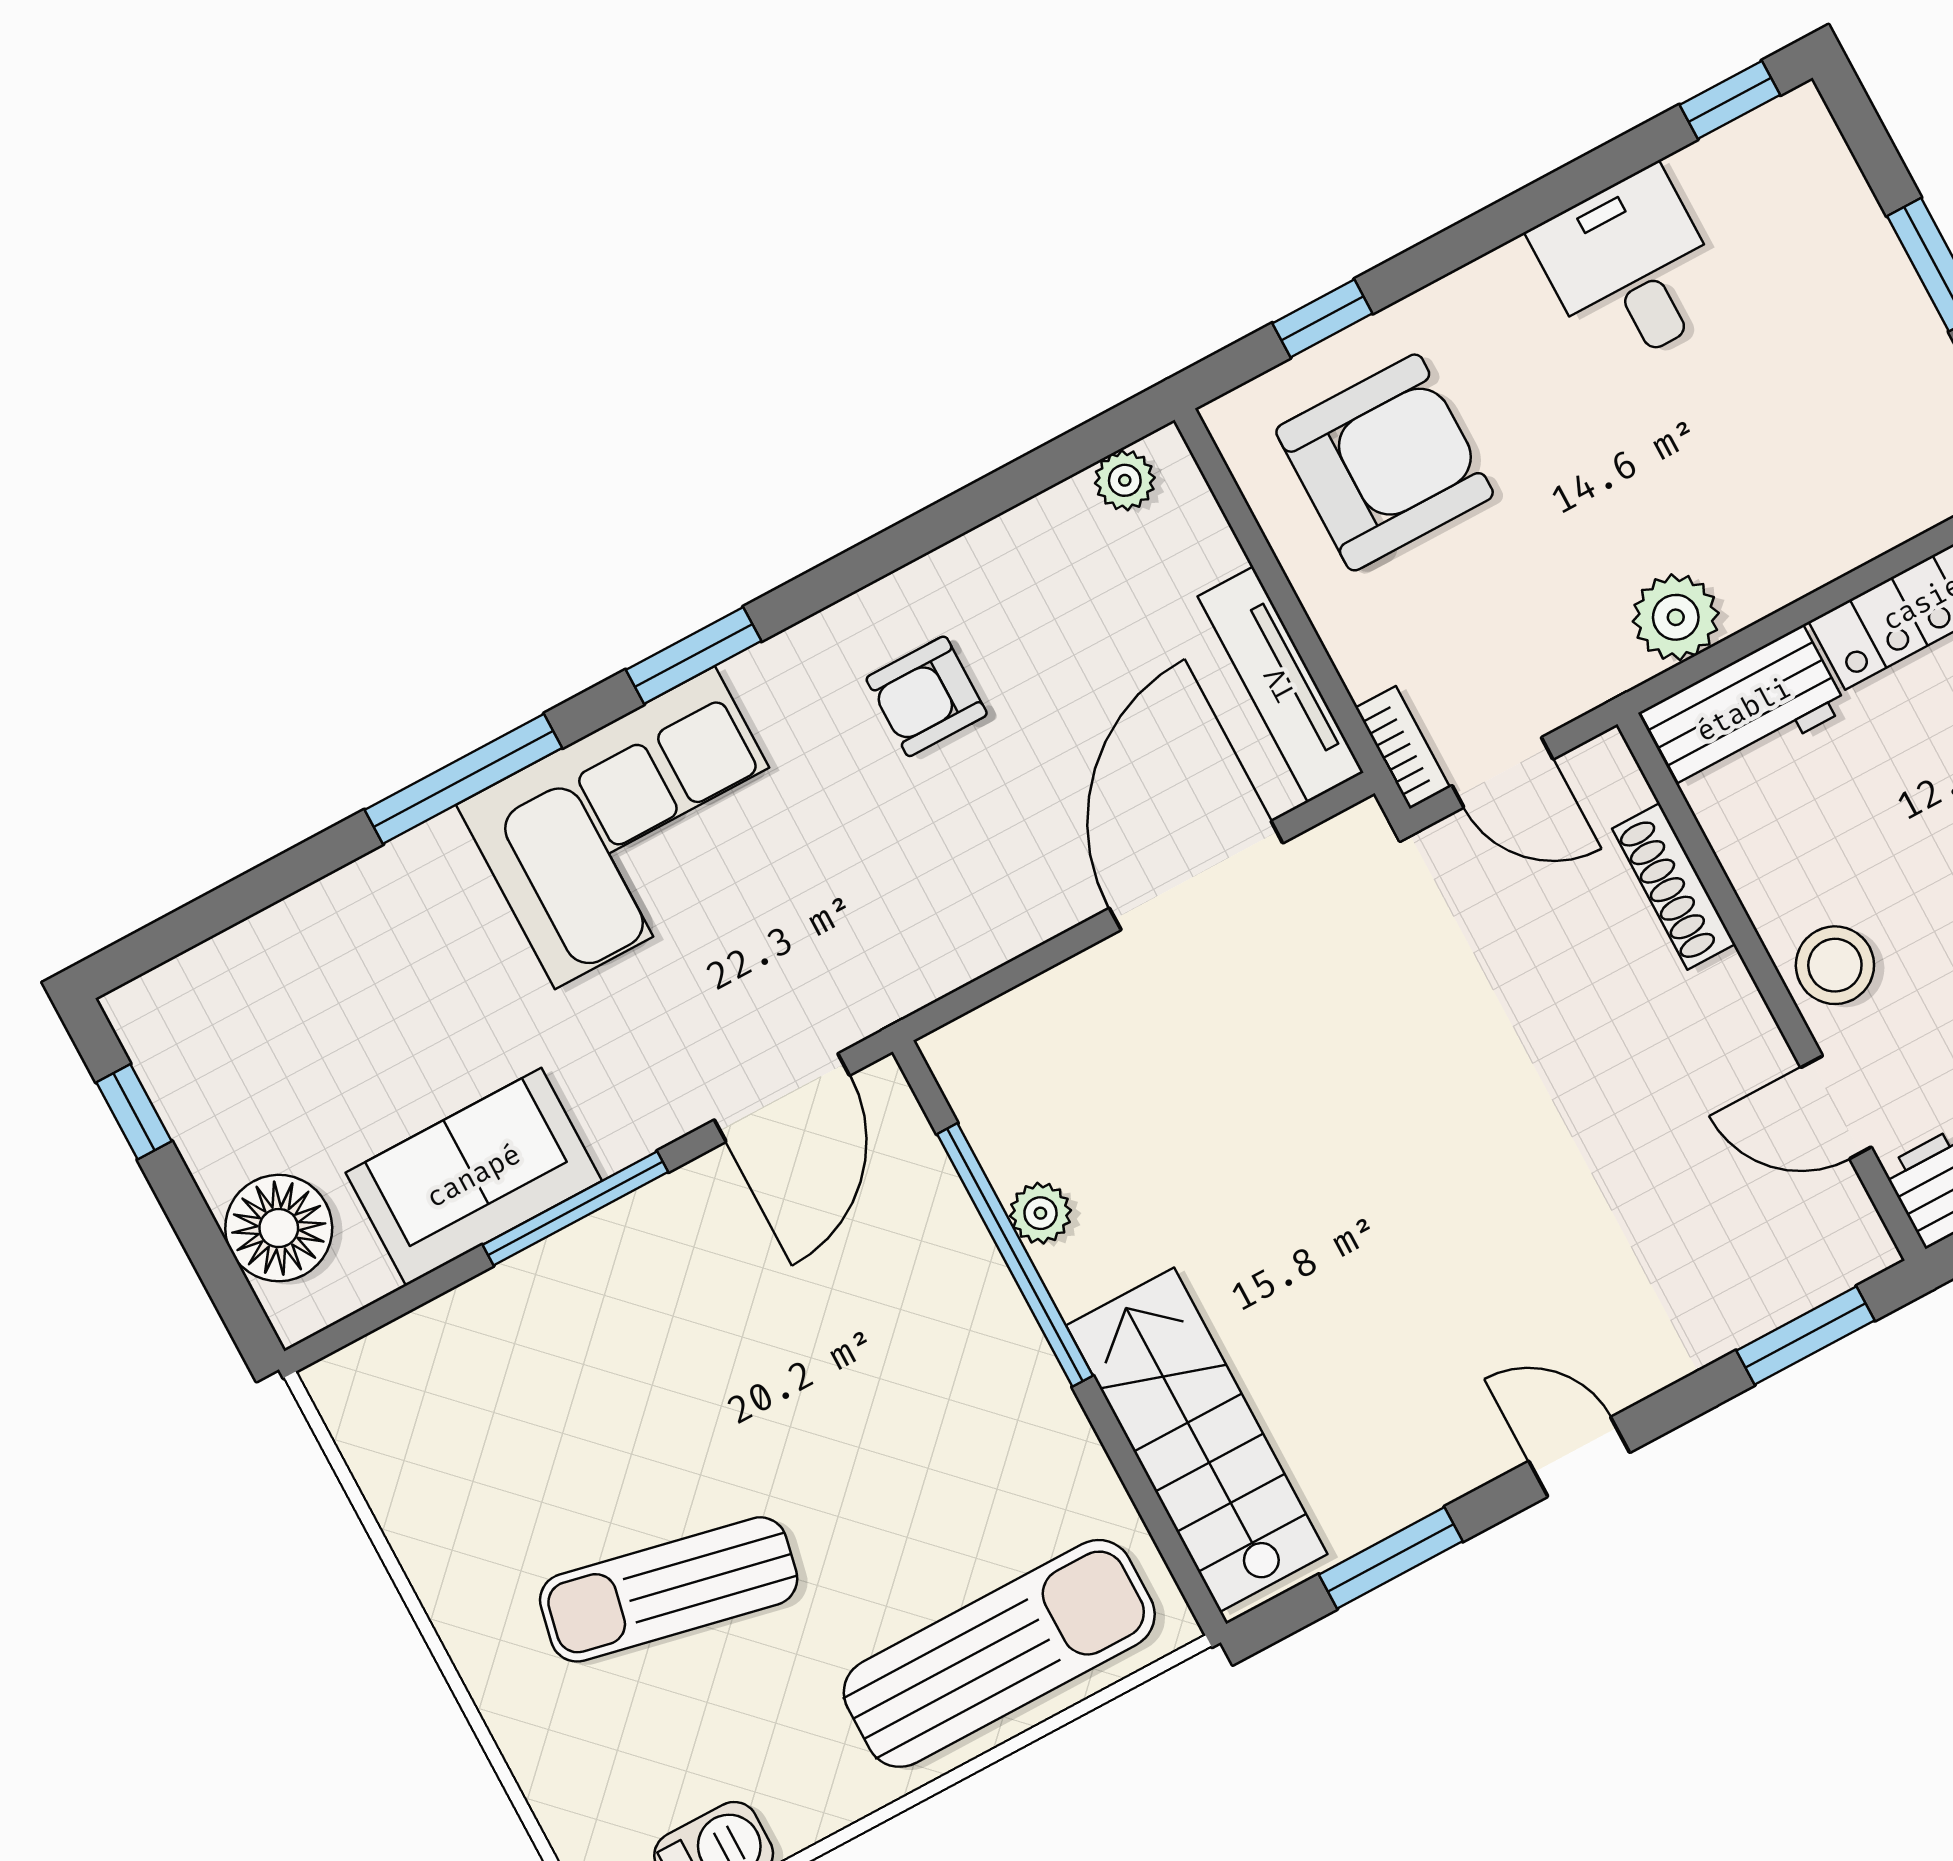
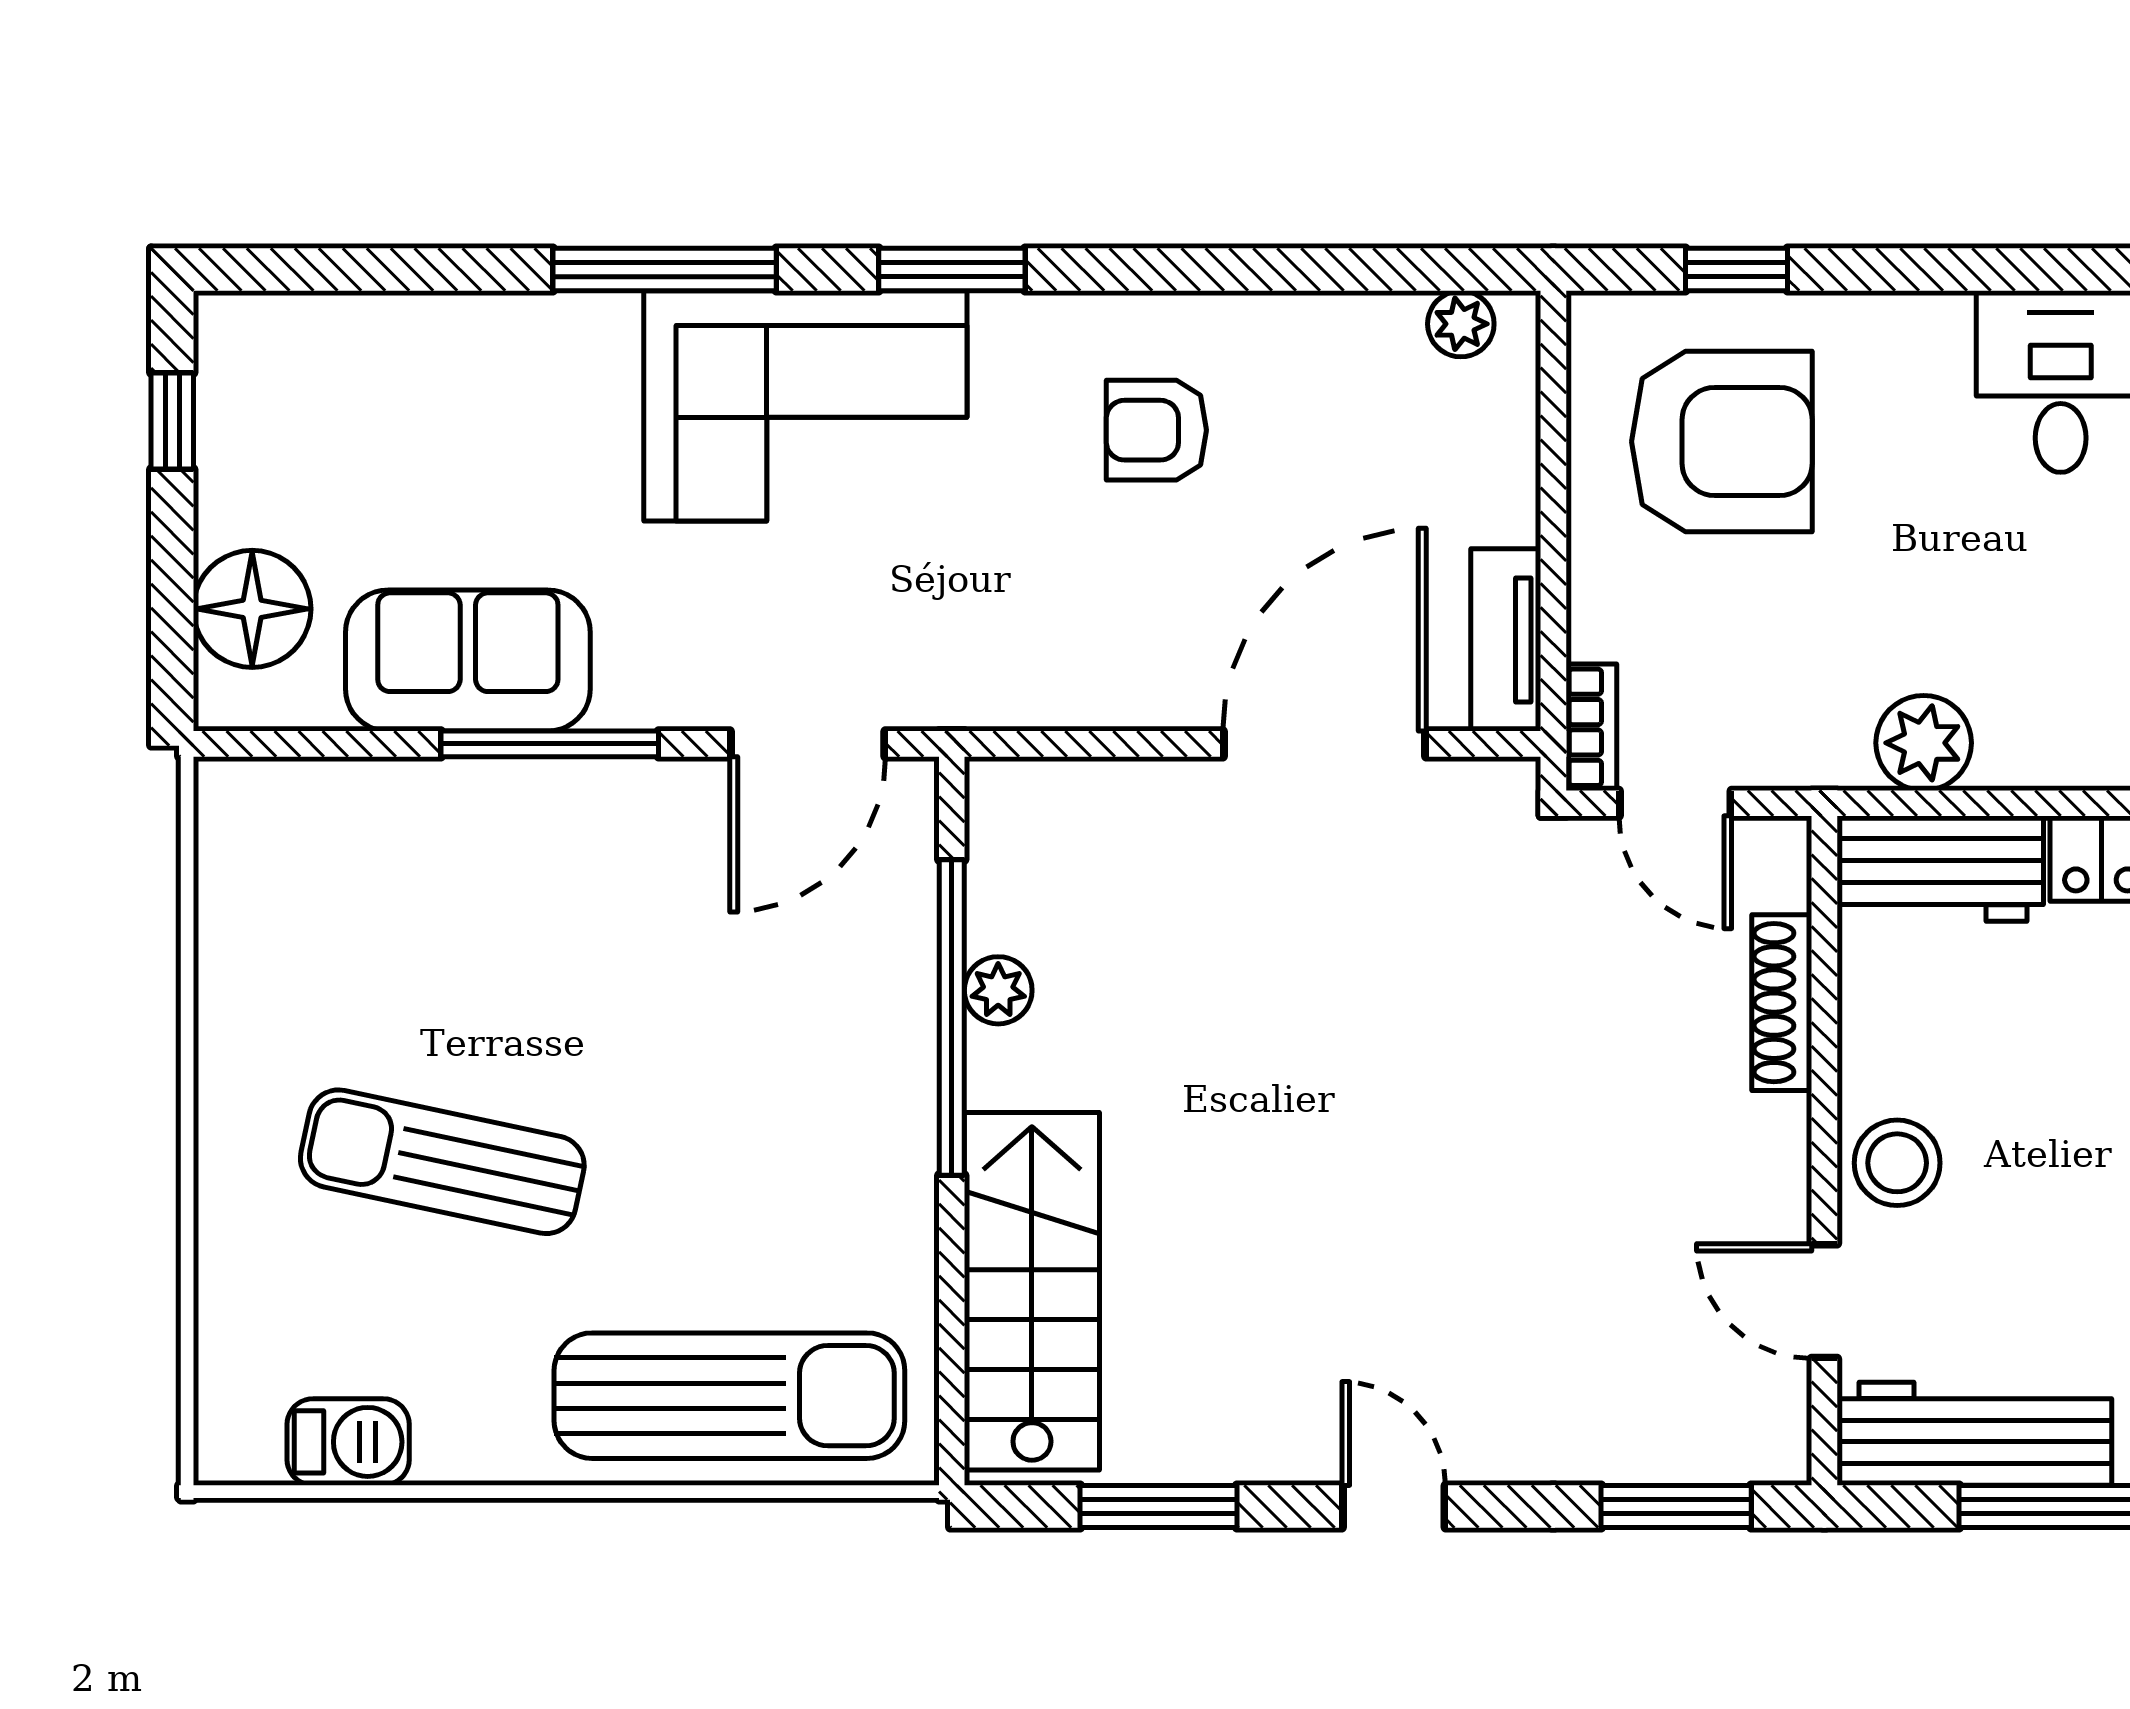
tv unit: (1281, 684) -> (1506, 640), width x0.71

